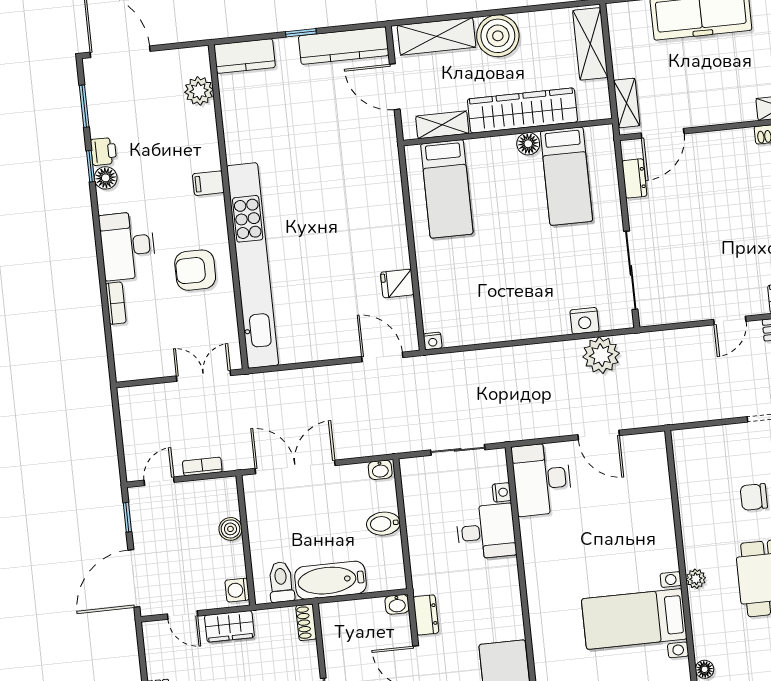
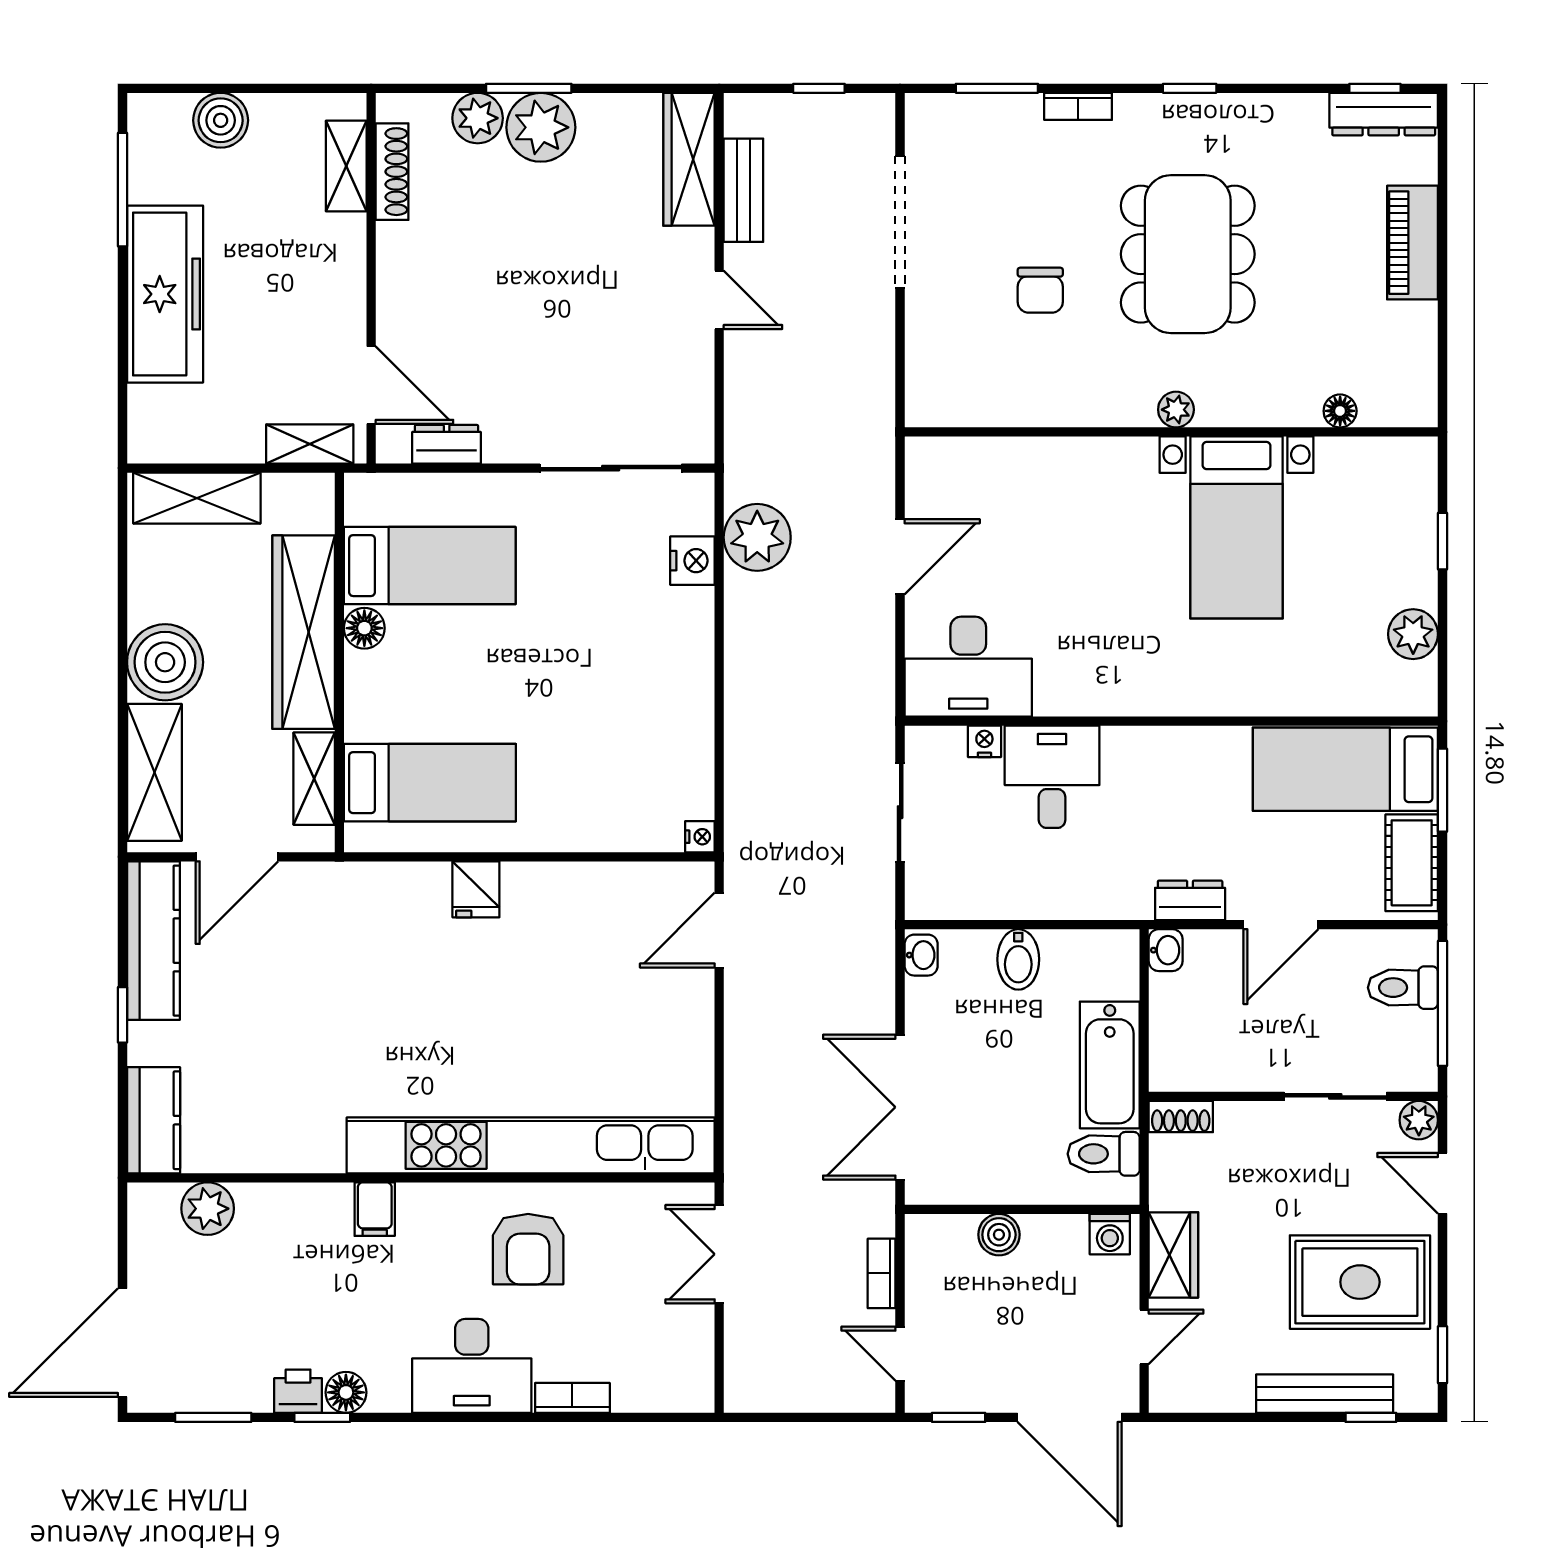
fridge: (397, 284) -> (476, 889), moved

